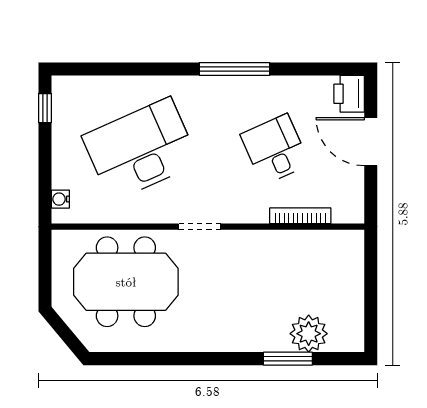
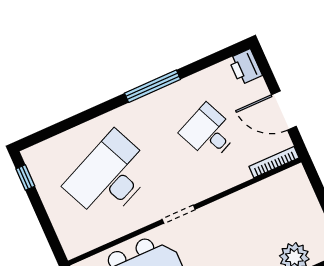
door: (371, 142) -> (284, 110), moved
water cooler: (60, 199) -> (67, 240), removed
bookcase: (300, 216) -> (274, 162), moved

